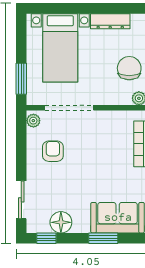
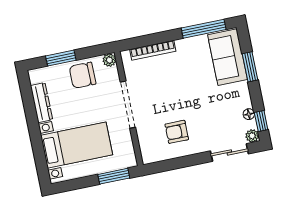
doorway: (69, 108) -> (128, 105), moved
plant: (33, 121) -> (252, 136), moved
floor lamp: (61, 222) -> (249, 114), width x0.53, depth x0.53

